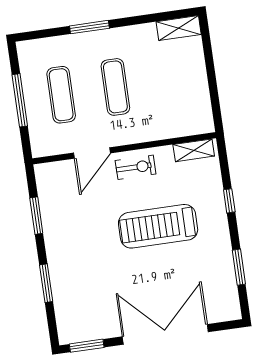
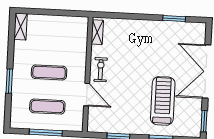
window: (229, 201) -> (132, 16), removed
treadmill: (158, 226) -> (163, 101), moved, turned 180

